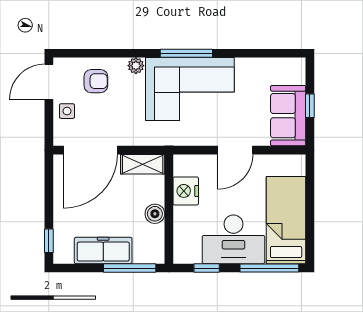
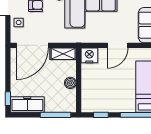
nightstand: (186, 191) -> (89, 55), moved, turned 90
desk: (233, 239) -> (117, 98), removed
freezer: (103, 250) -> (27, 104), moved

